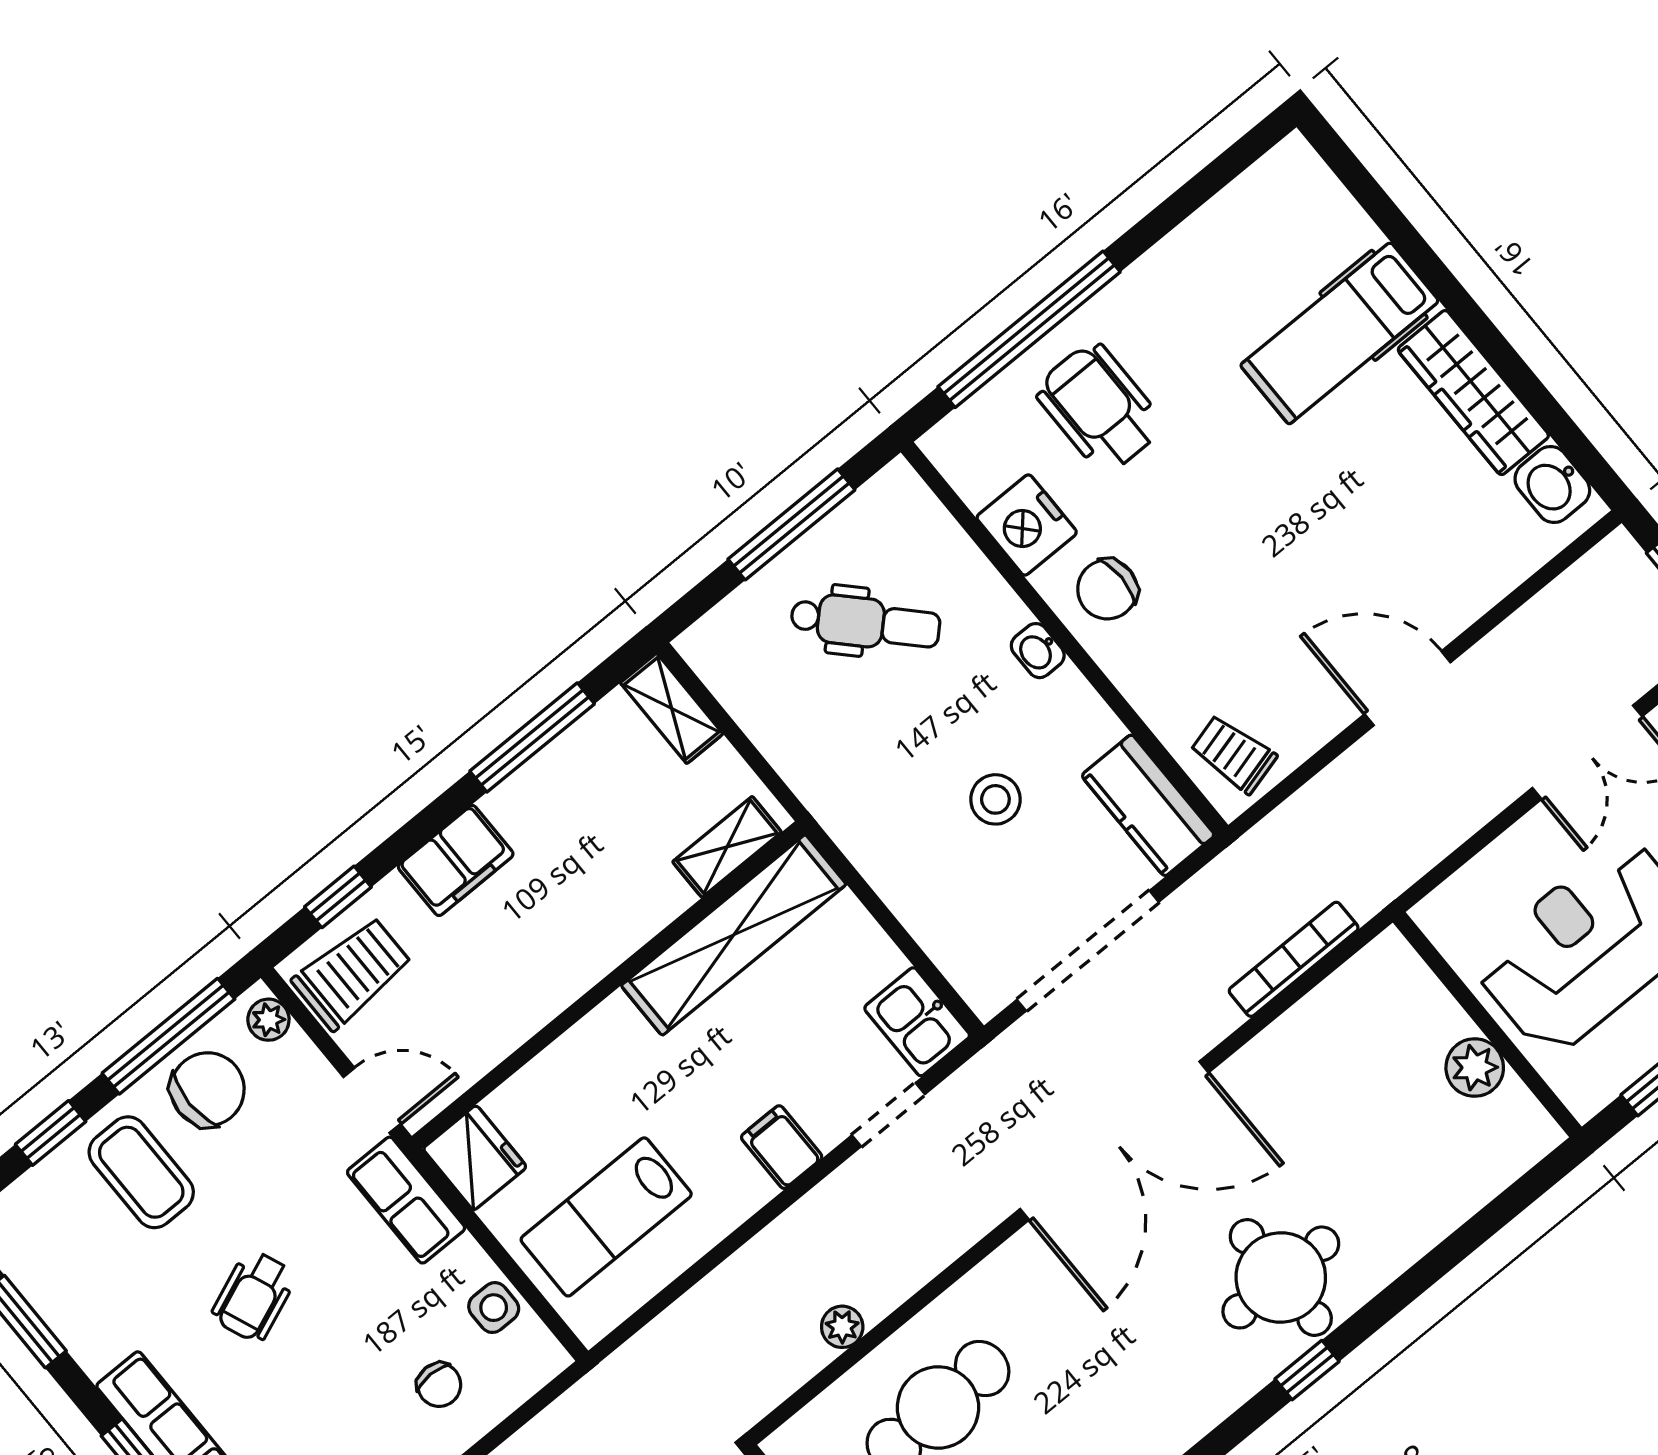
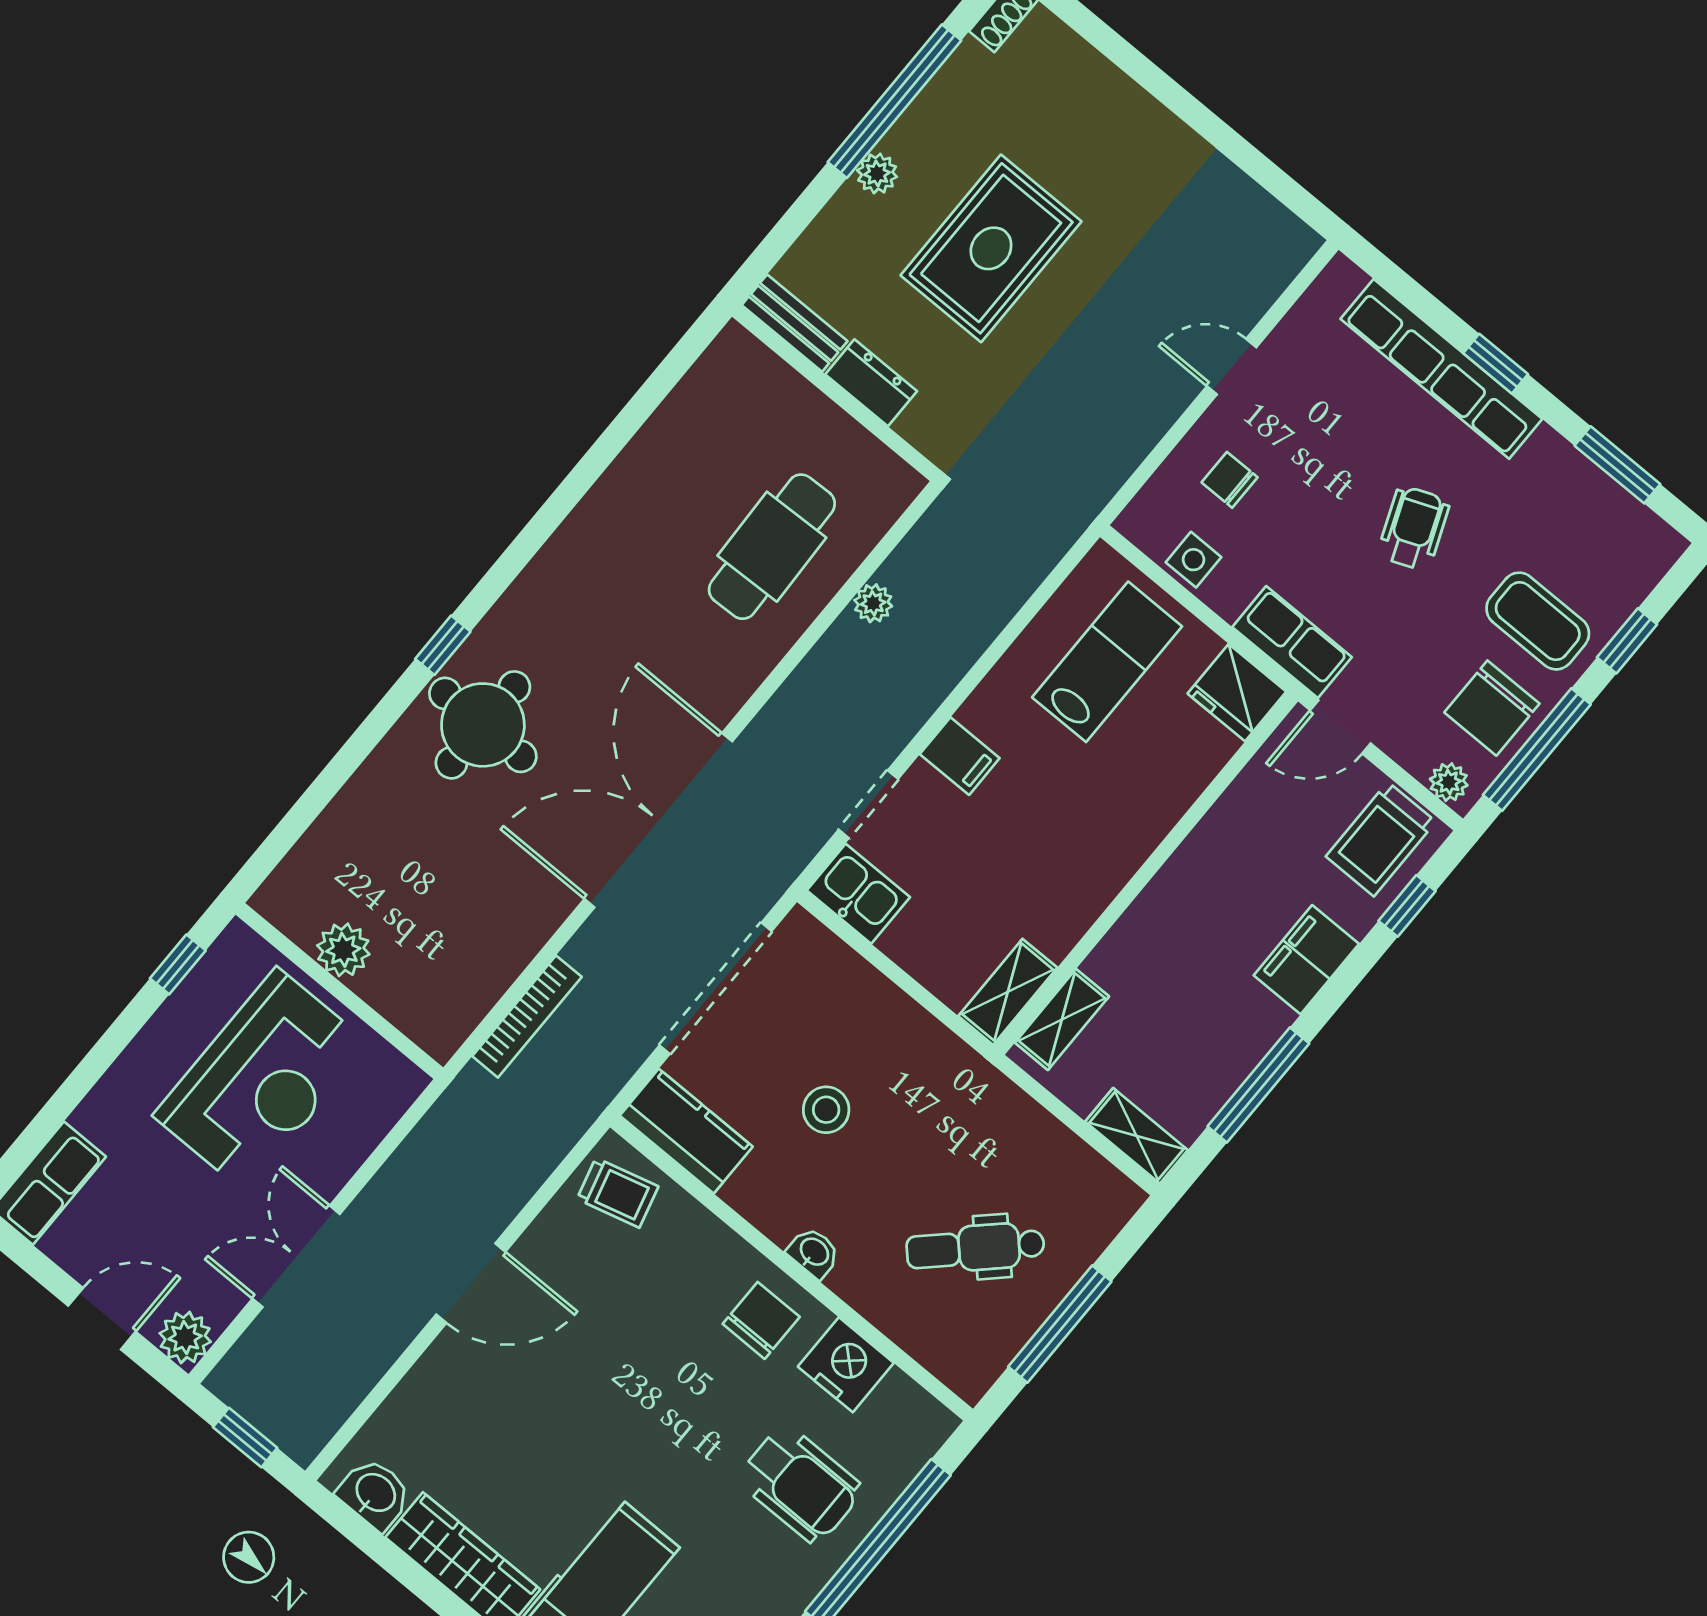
shelving: (734, 935) -> (1008, 992), width x0.45, depth x0.75

